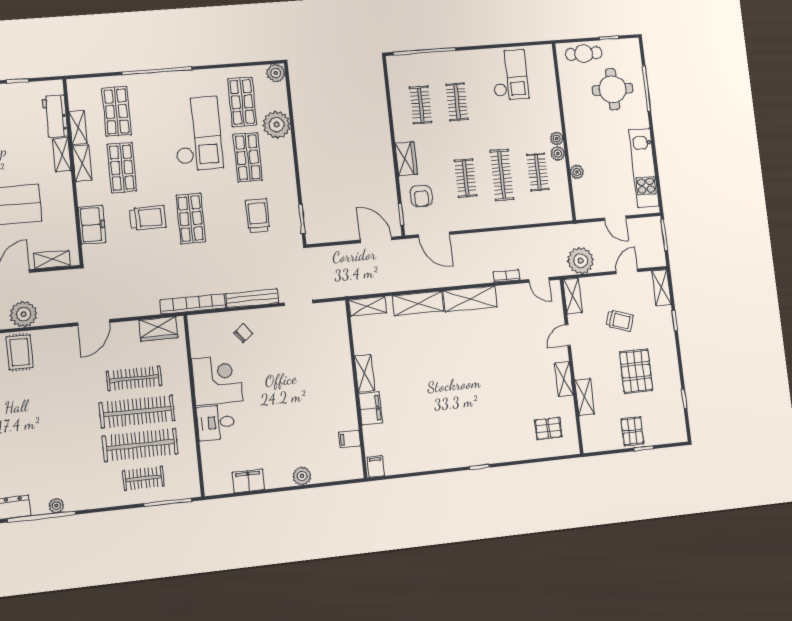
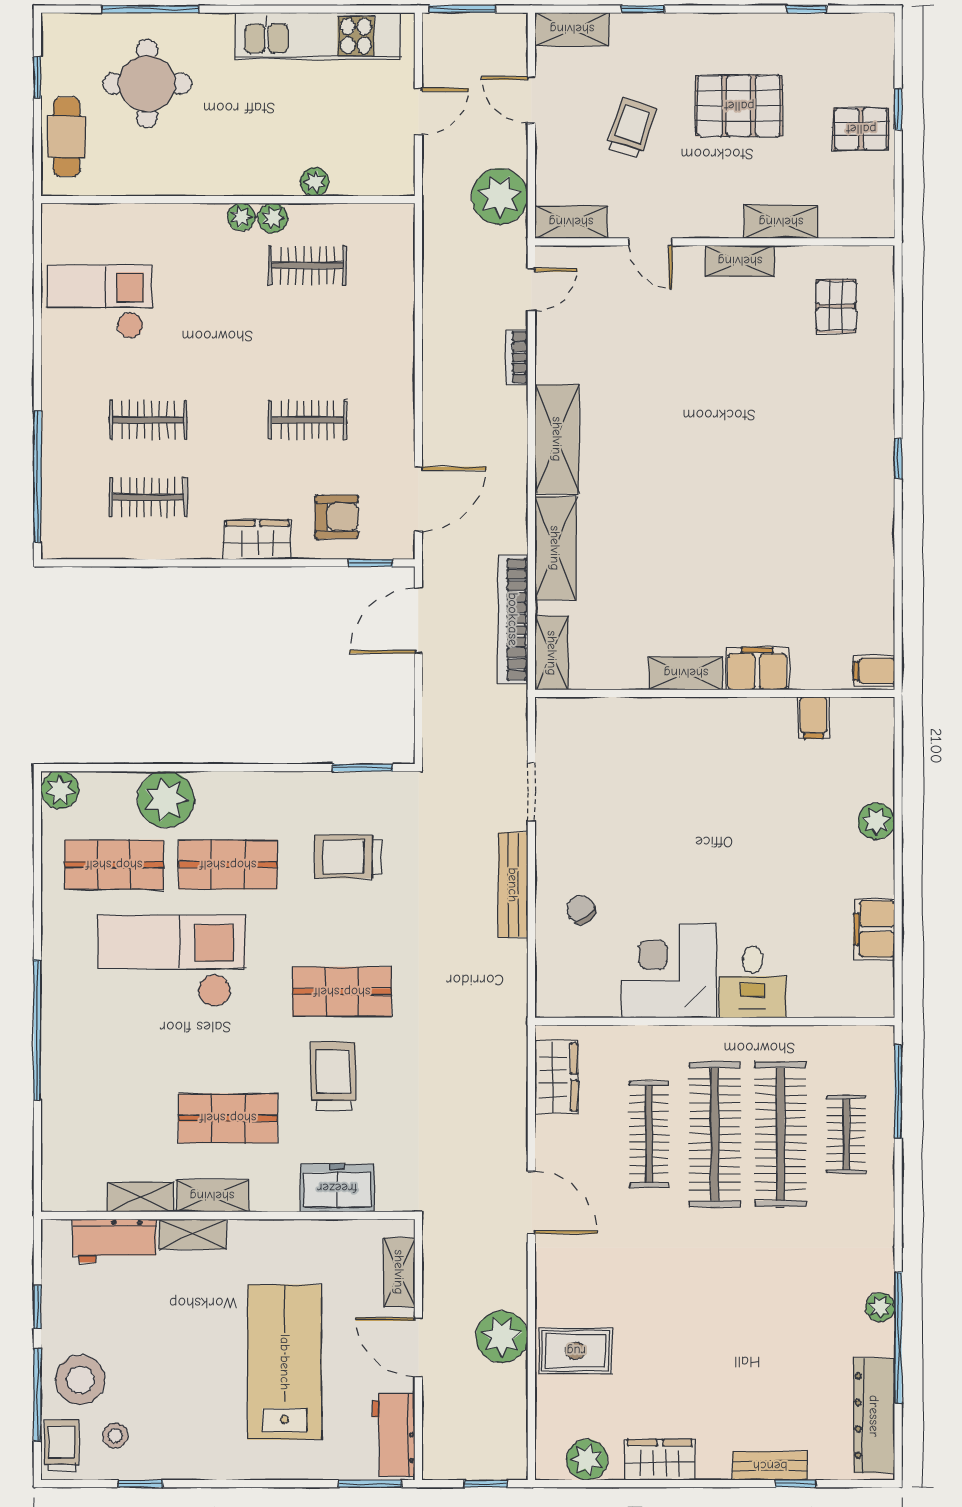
shop shelf: (117, 111) -> (114, 1118), removed
clothes rail: (502, 175) -> (308, 343), removed
bookcase: (193, 304) -> (513, 619), moved

